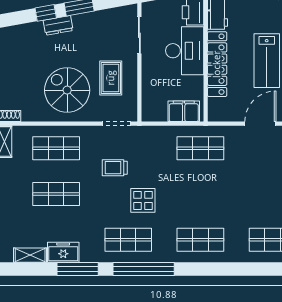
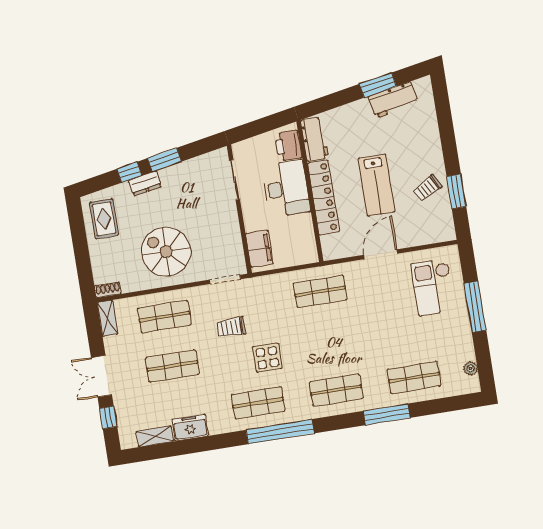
rug: (111, 78) -> (104, 219), moved
filing cabinet: (184, 111) -> (259, 249), moved, turned 90
window: (78, 269) -> (387, 414), moved

